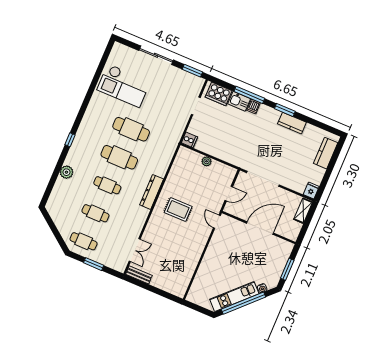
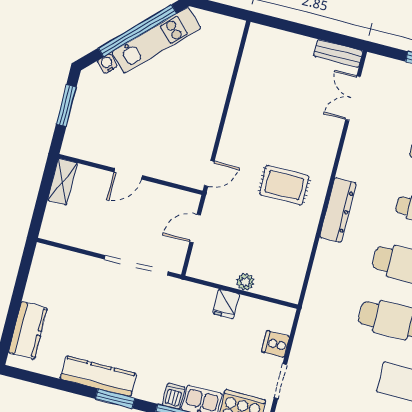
kitchen counter: (292, 123) -> (98, 376), width x1.50
cooker: (189, 140) -> (276, 344), moved
fridge: (311, 191) -> (226, 304), moved
shelving: (303, 211) -> (62, 182), moved
door: (217, 222) -> (209, 174), hinge flipped
door: (260, 228) -> (128, 174), width x0.53

